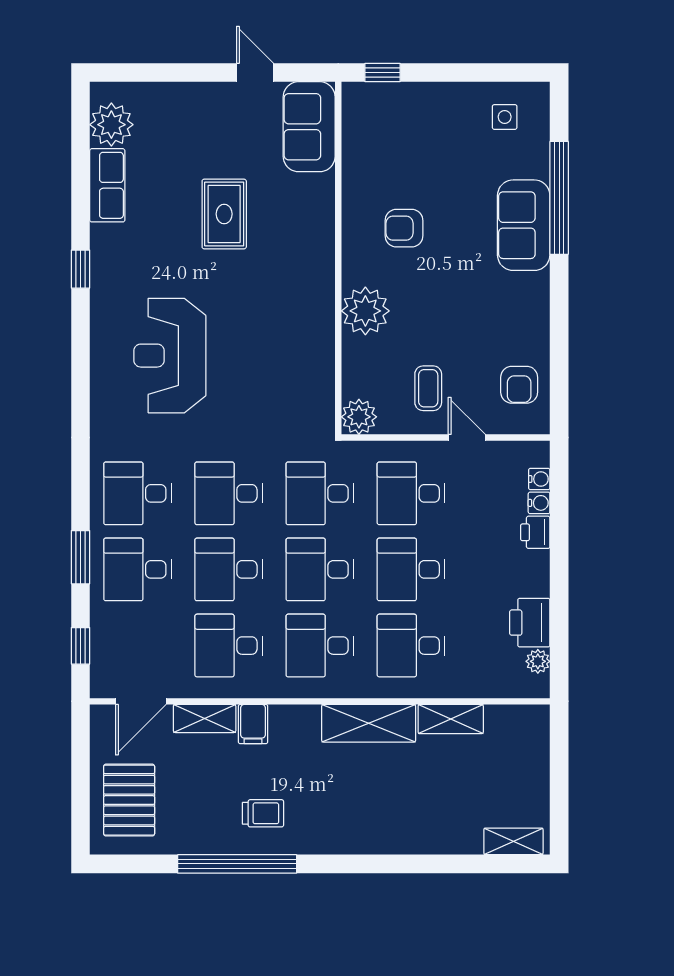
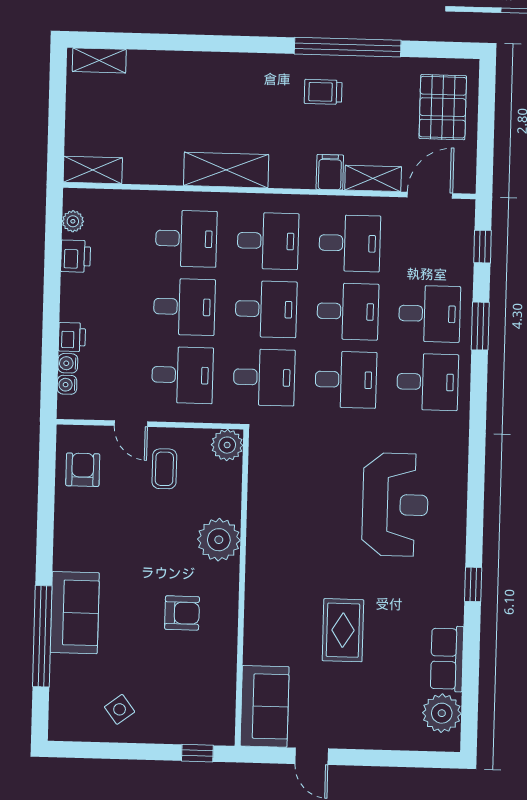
side table: (505, 117) -> (120, 709), moved, turned -37
printer: (530, 623) -> (76, 256), width x0.73, depth x0.81
shelving: (451, 719) -> (93, 170), moved

